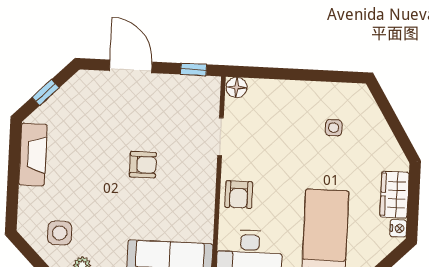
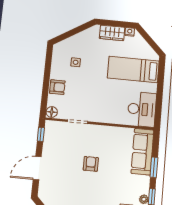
armchair: (239, 195) -> (57, 87), moved

